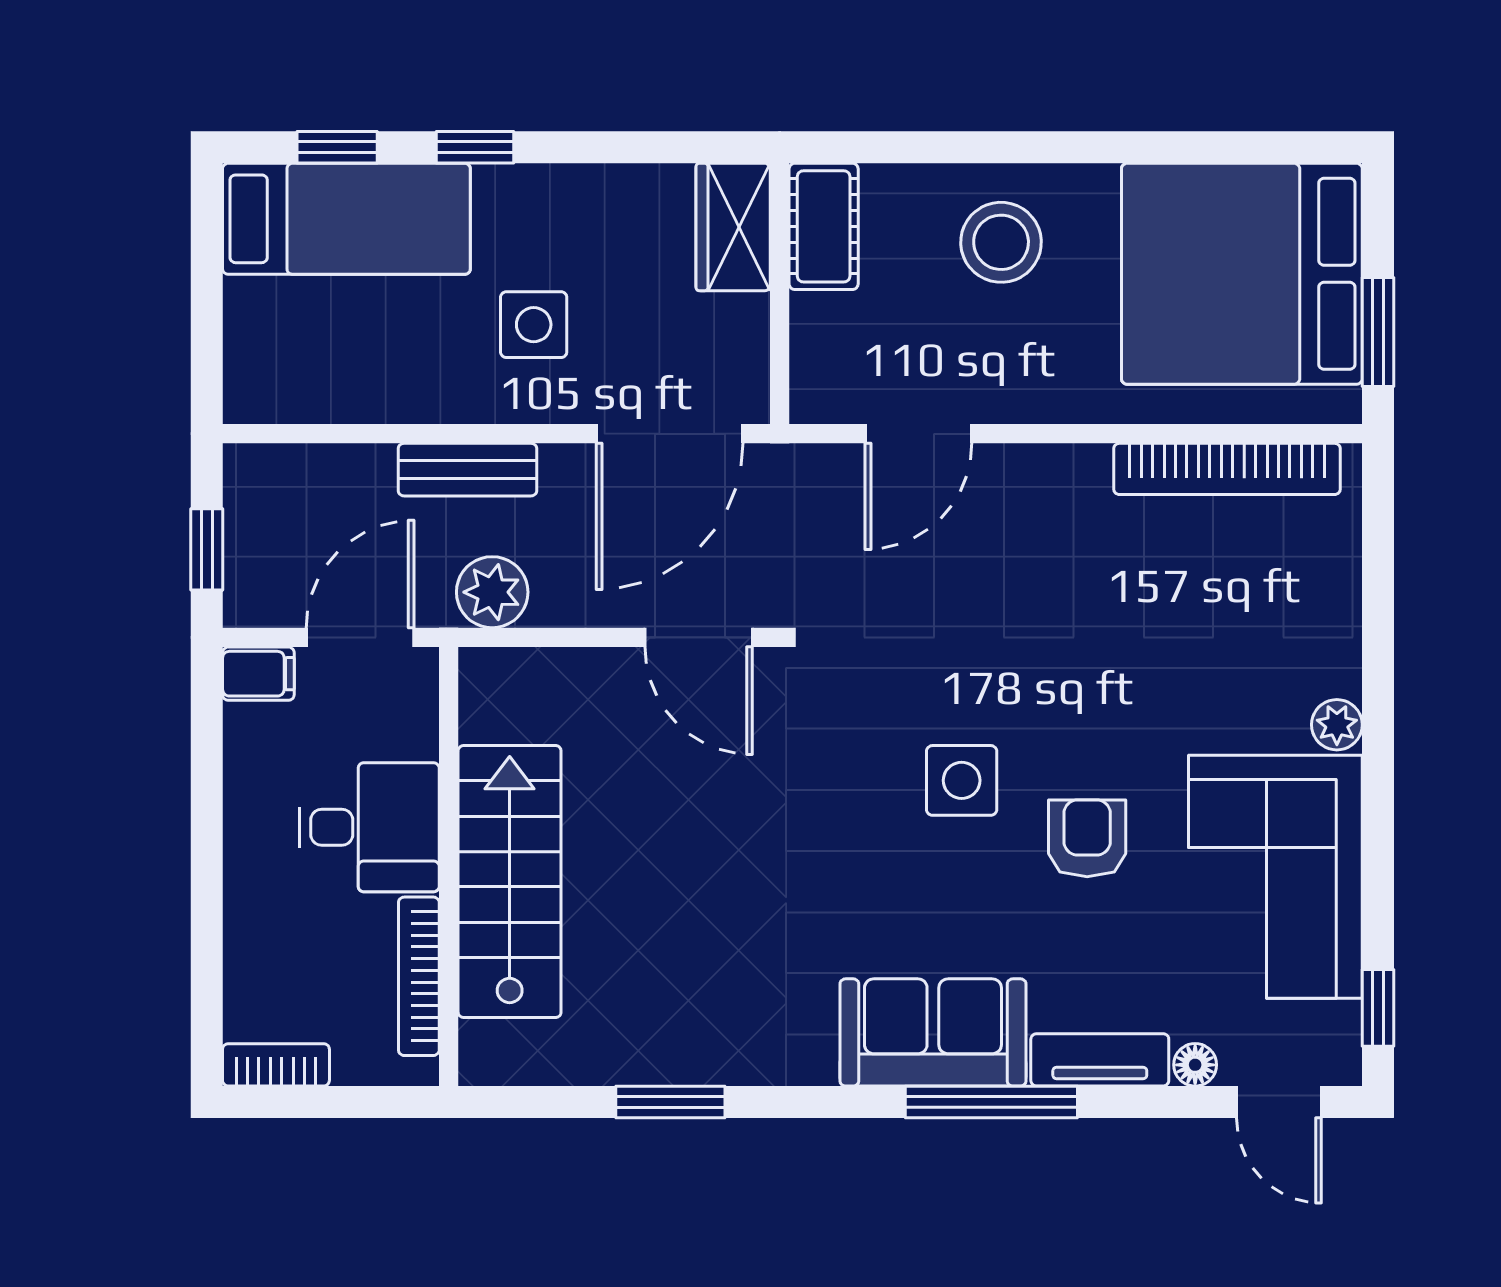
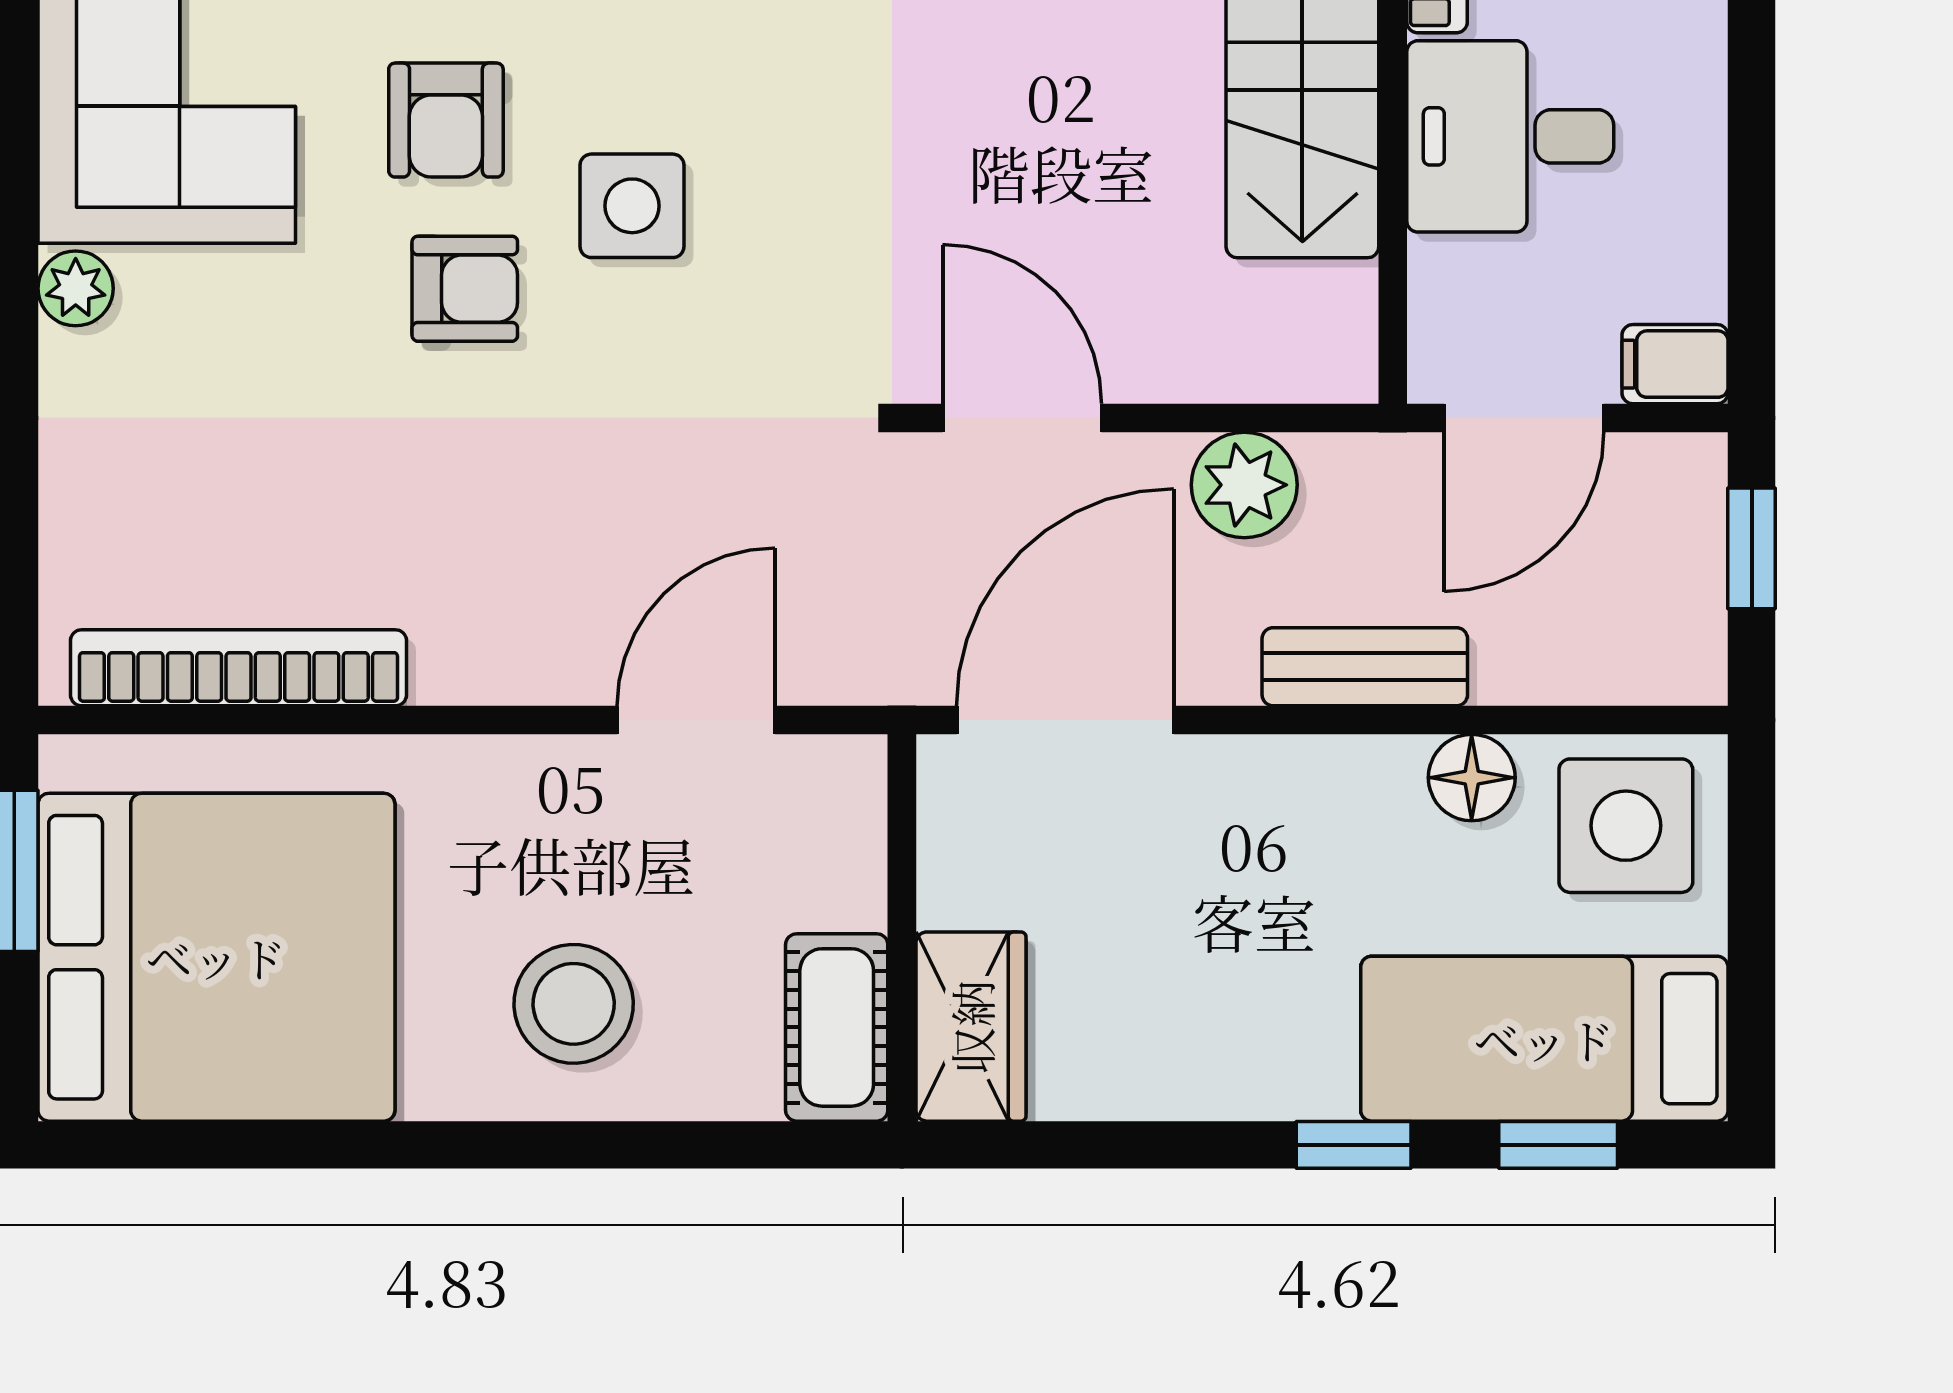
side table: (534, 325) -> (1626, 826), moved, width x1.37, depth x1.37
floor lamp: (395, 395) -> (1472, 778), added
plant: (492, 592) -> (1244, 485), moved
armchair: (1074, 725) -> (465, 289), added

